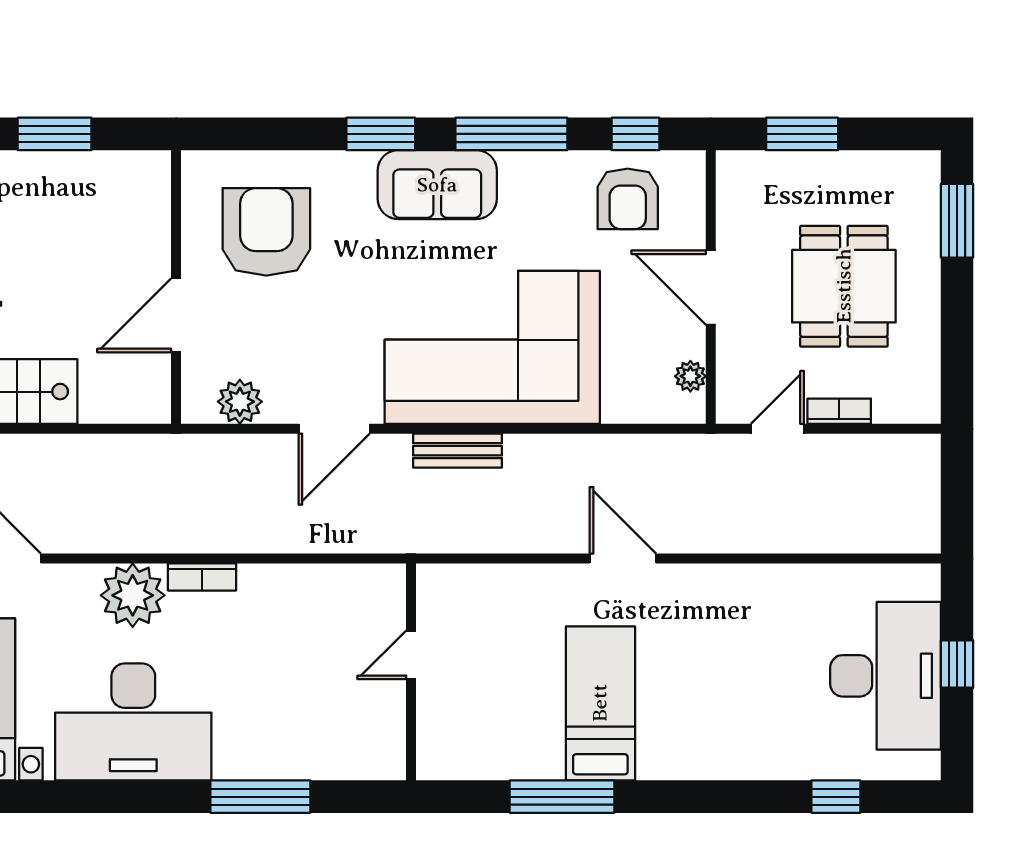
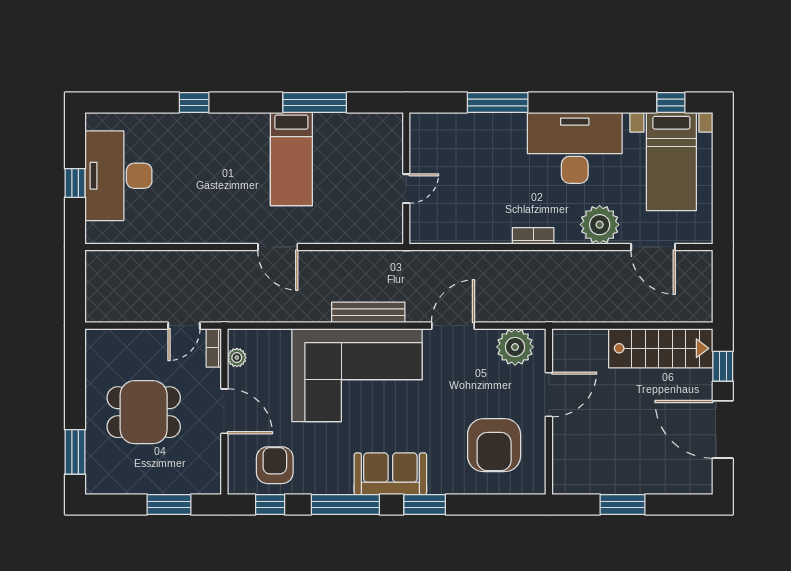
dining table: (844, 286) -> (144, 412), turned 90
plant: (240, 402) -> (515, 347), width x1.36, depth x1.36
bookcase: (839, 411) -> (214, 348), moved, turned 90
bench: (458, 451) -> (368, 312), width x1.36
plant: (133, 595) -> (600, 225), moved
window: (836, 797) -> (194, 103), moved

